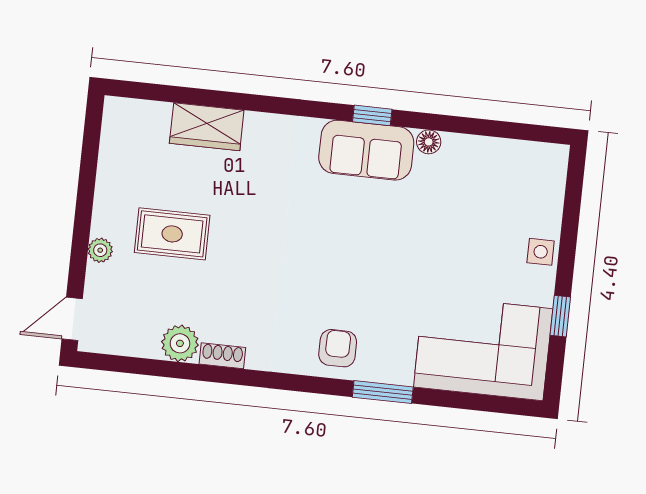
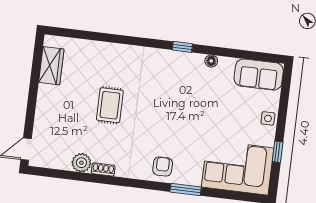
wardrobe: (207, 127) -> (51, 66), moved, turned -90
sofa: (366, 150) -> (259, 74), moved
rug: (172, 234) -> (110, 105), moved, turned 90
plant: (100, 250) -> (41, 114), removed

